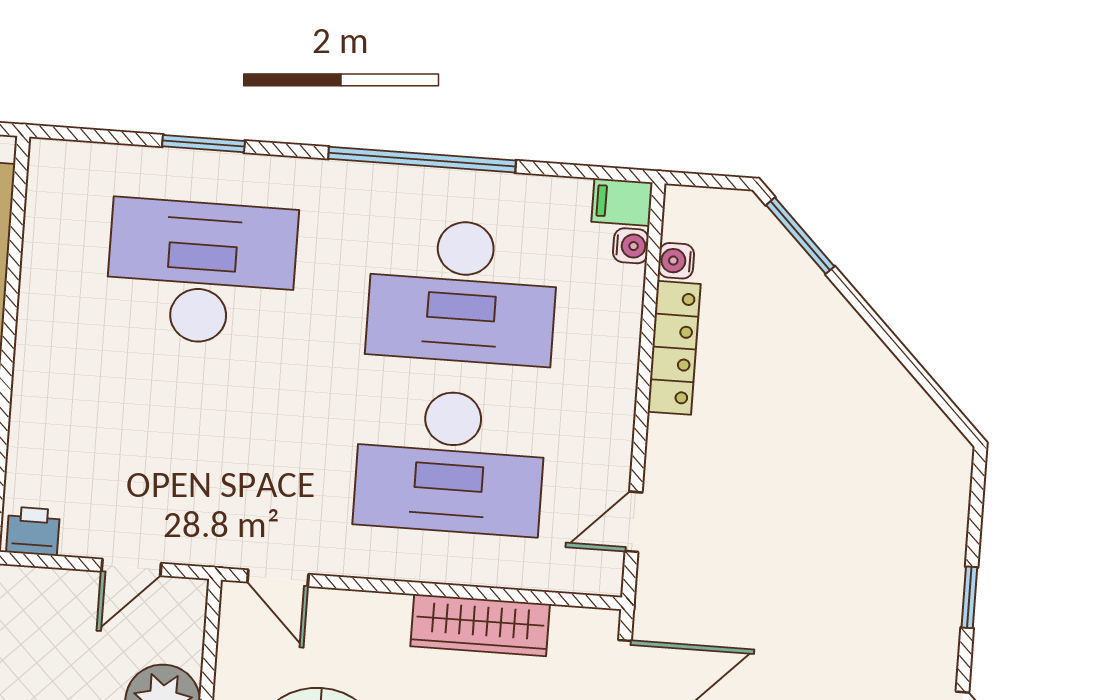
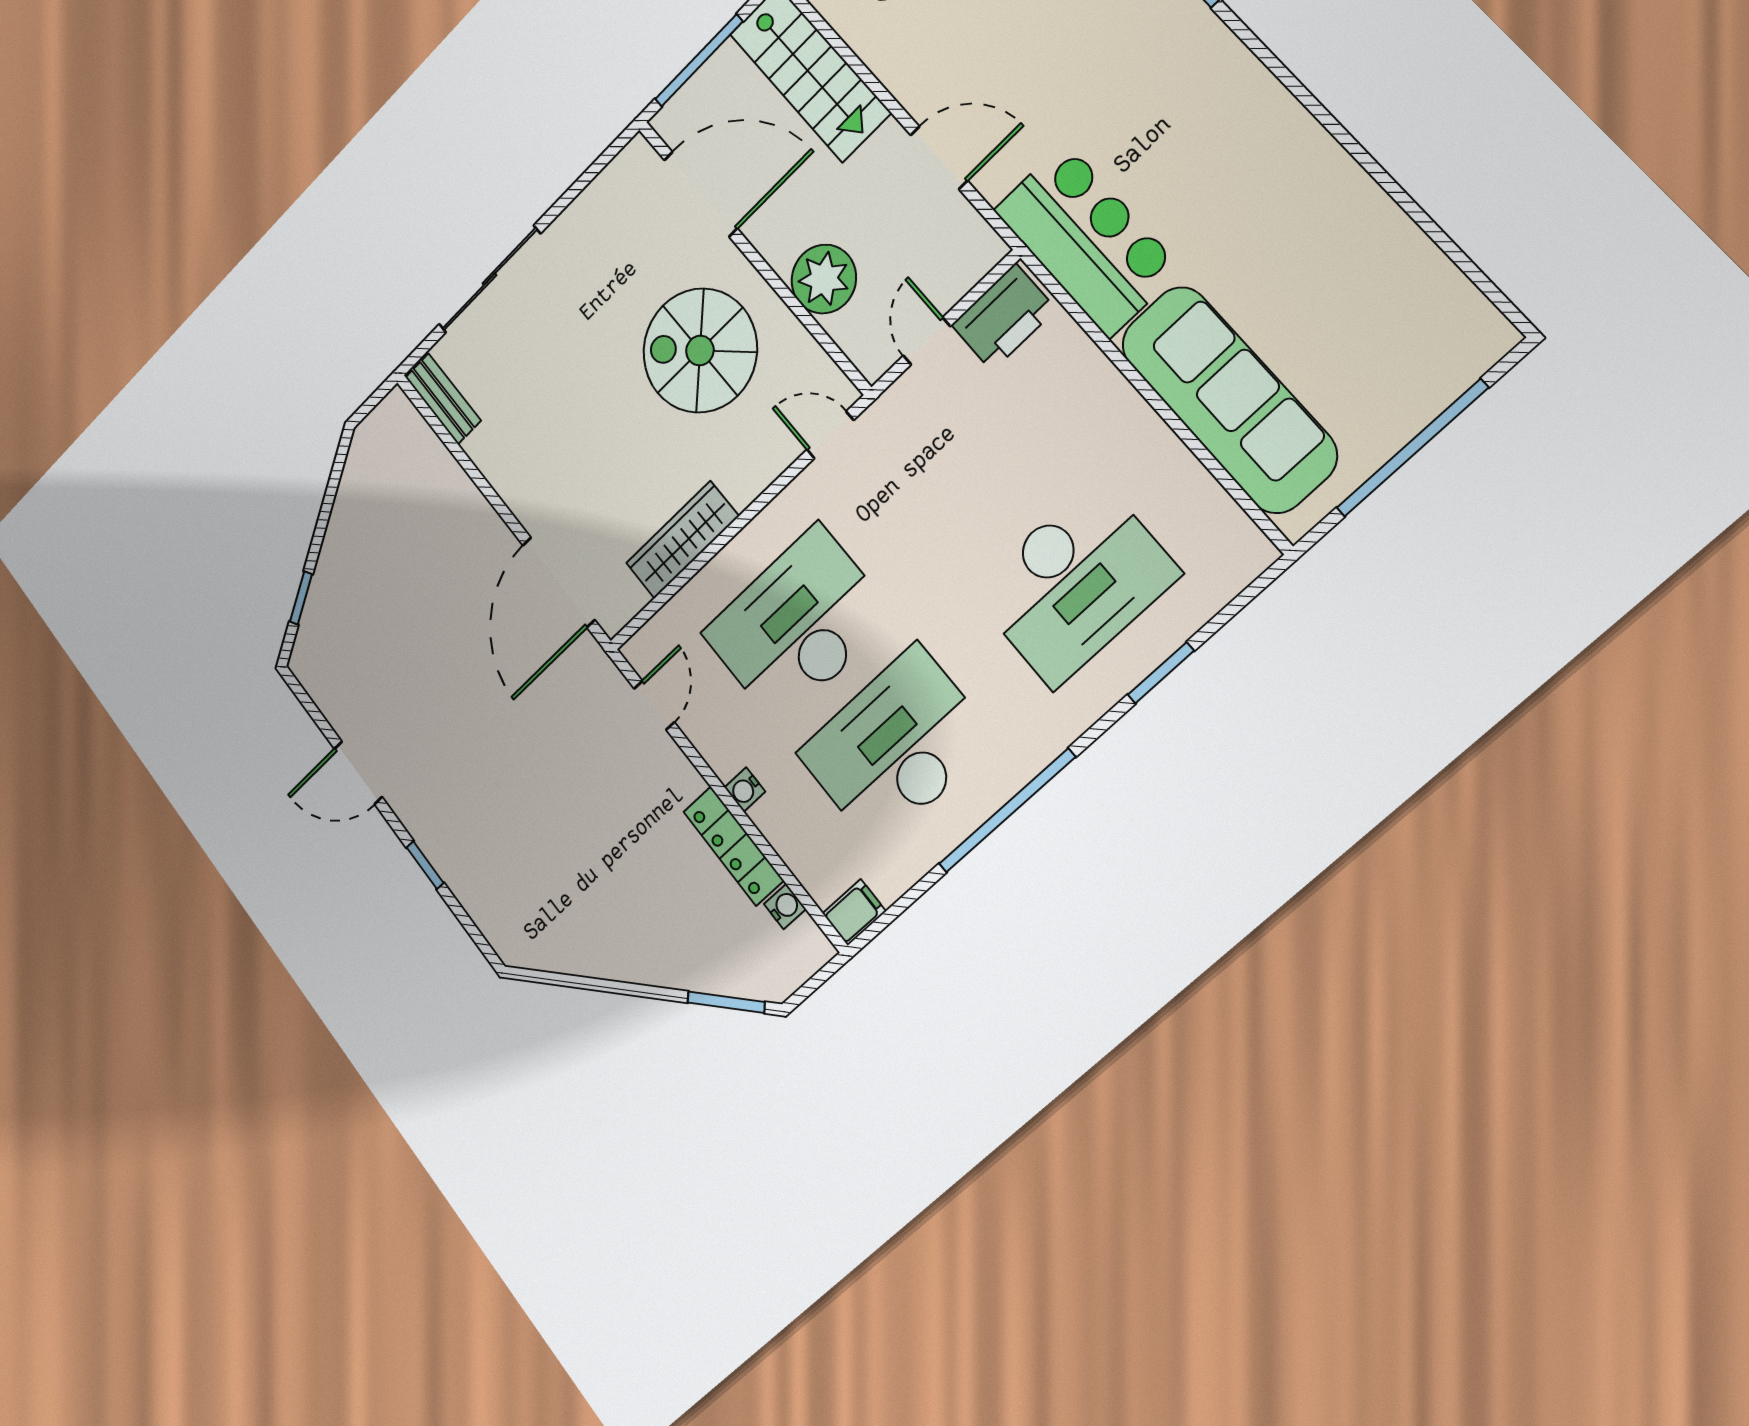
water cooler: (631, 246) -> (745, 790), moved
printer: (33, 531) -> (1004, 317), width x1.87, depth x1.48

